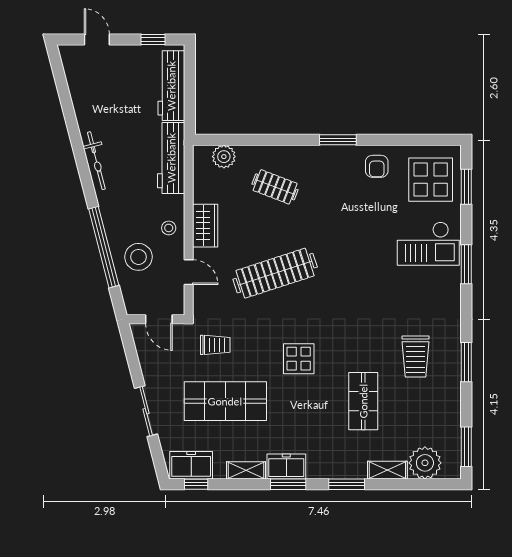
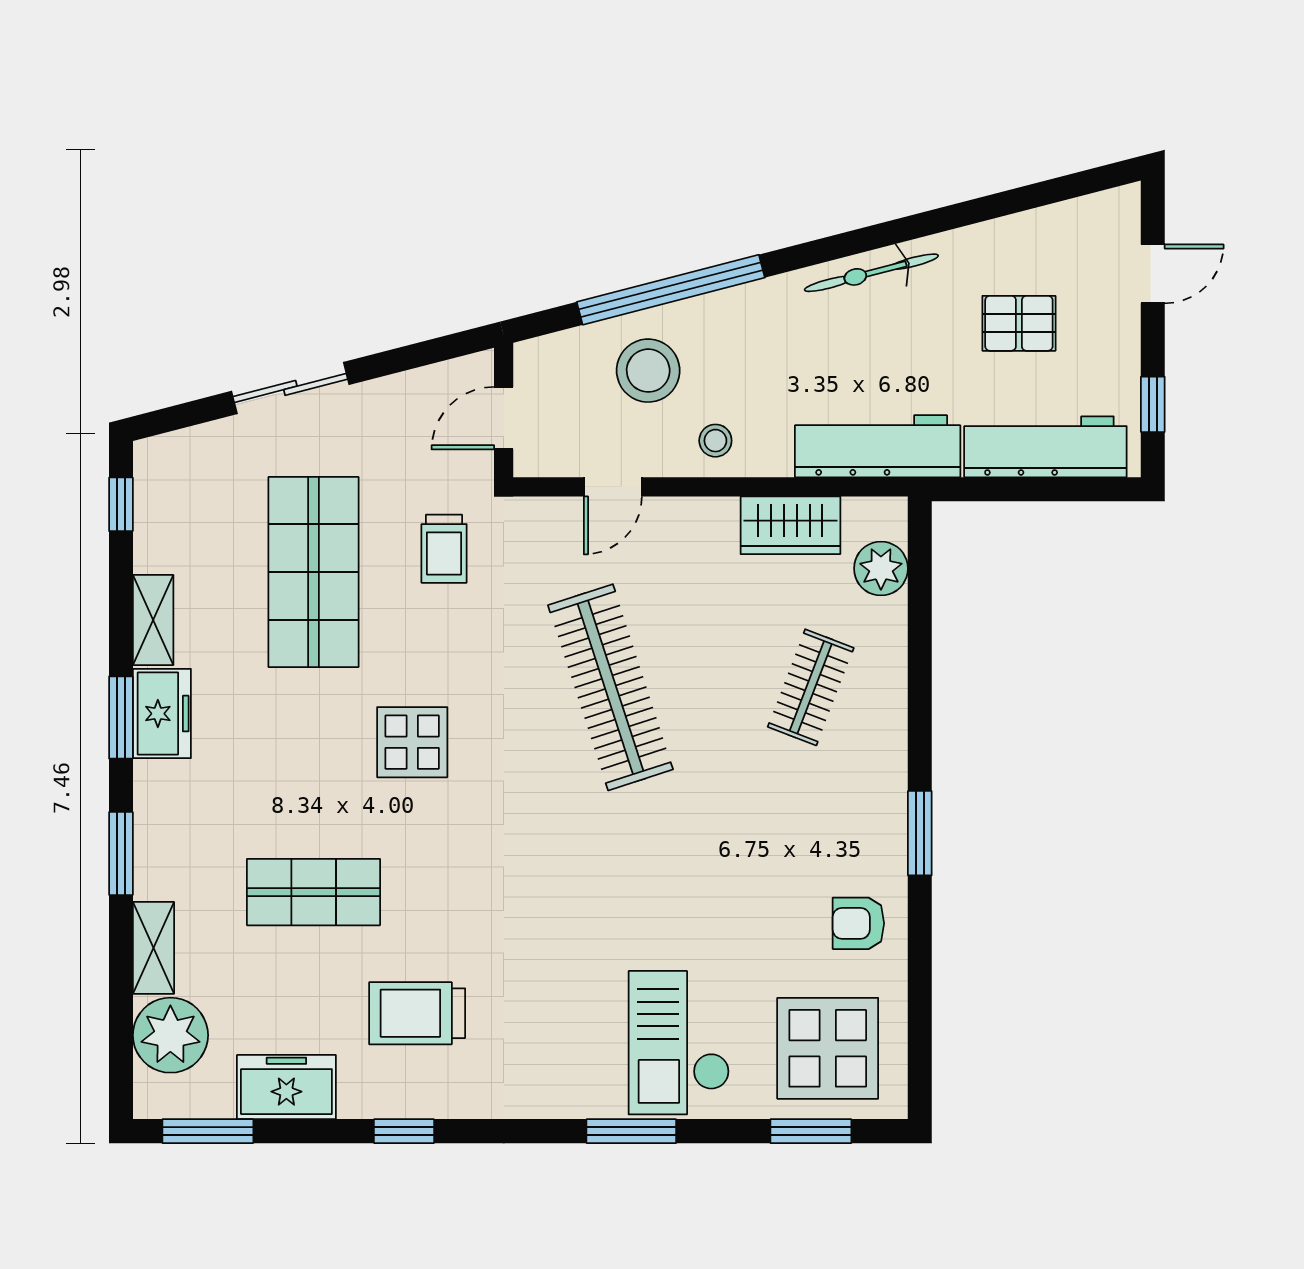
pallet: (118, 97) -> (1019, 323), added
wardrobe: (205, 226) -> (790, 525), moved
window: (466, 362) -> (404, 1131), width x0.67
freezer: (191, 465) -> (286, 1087), moved, turned -90

